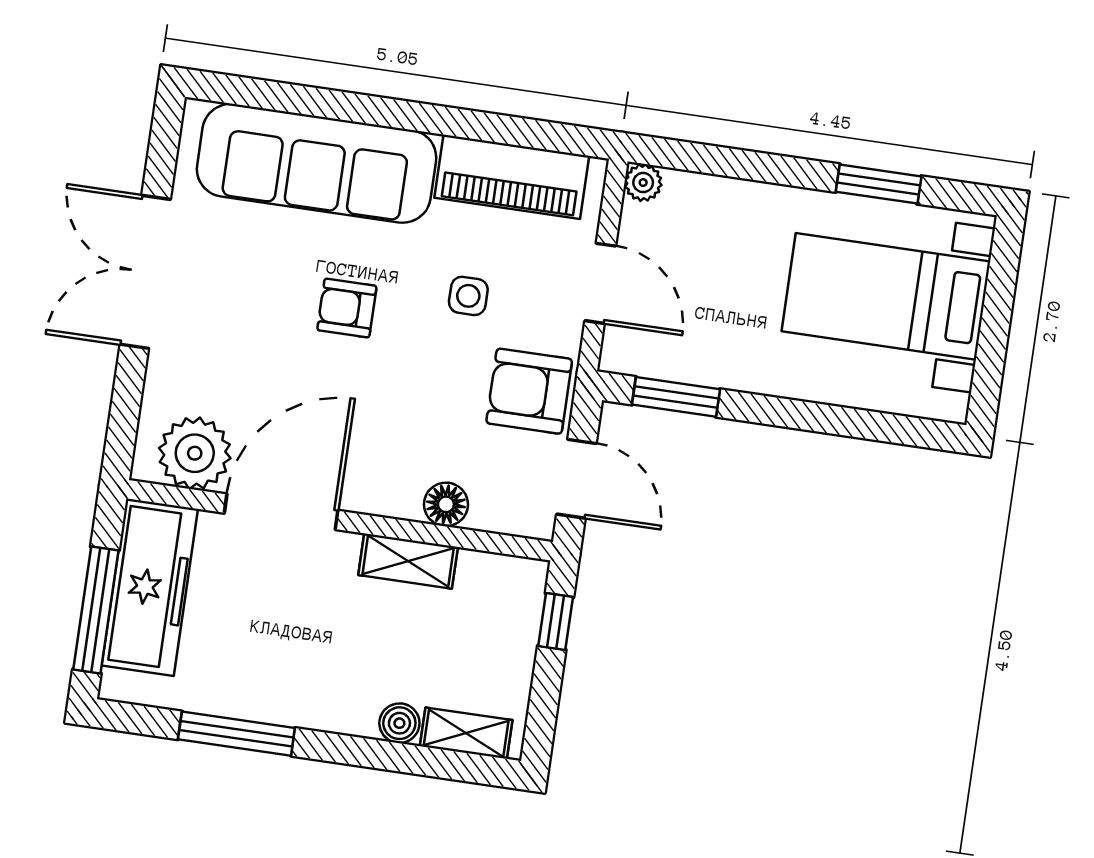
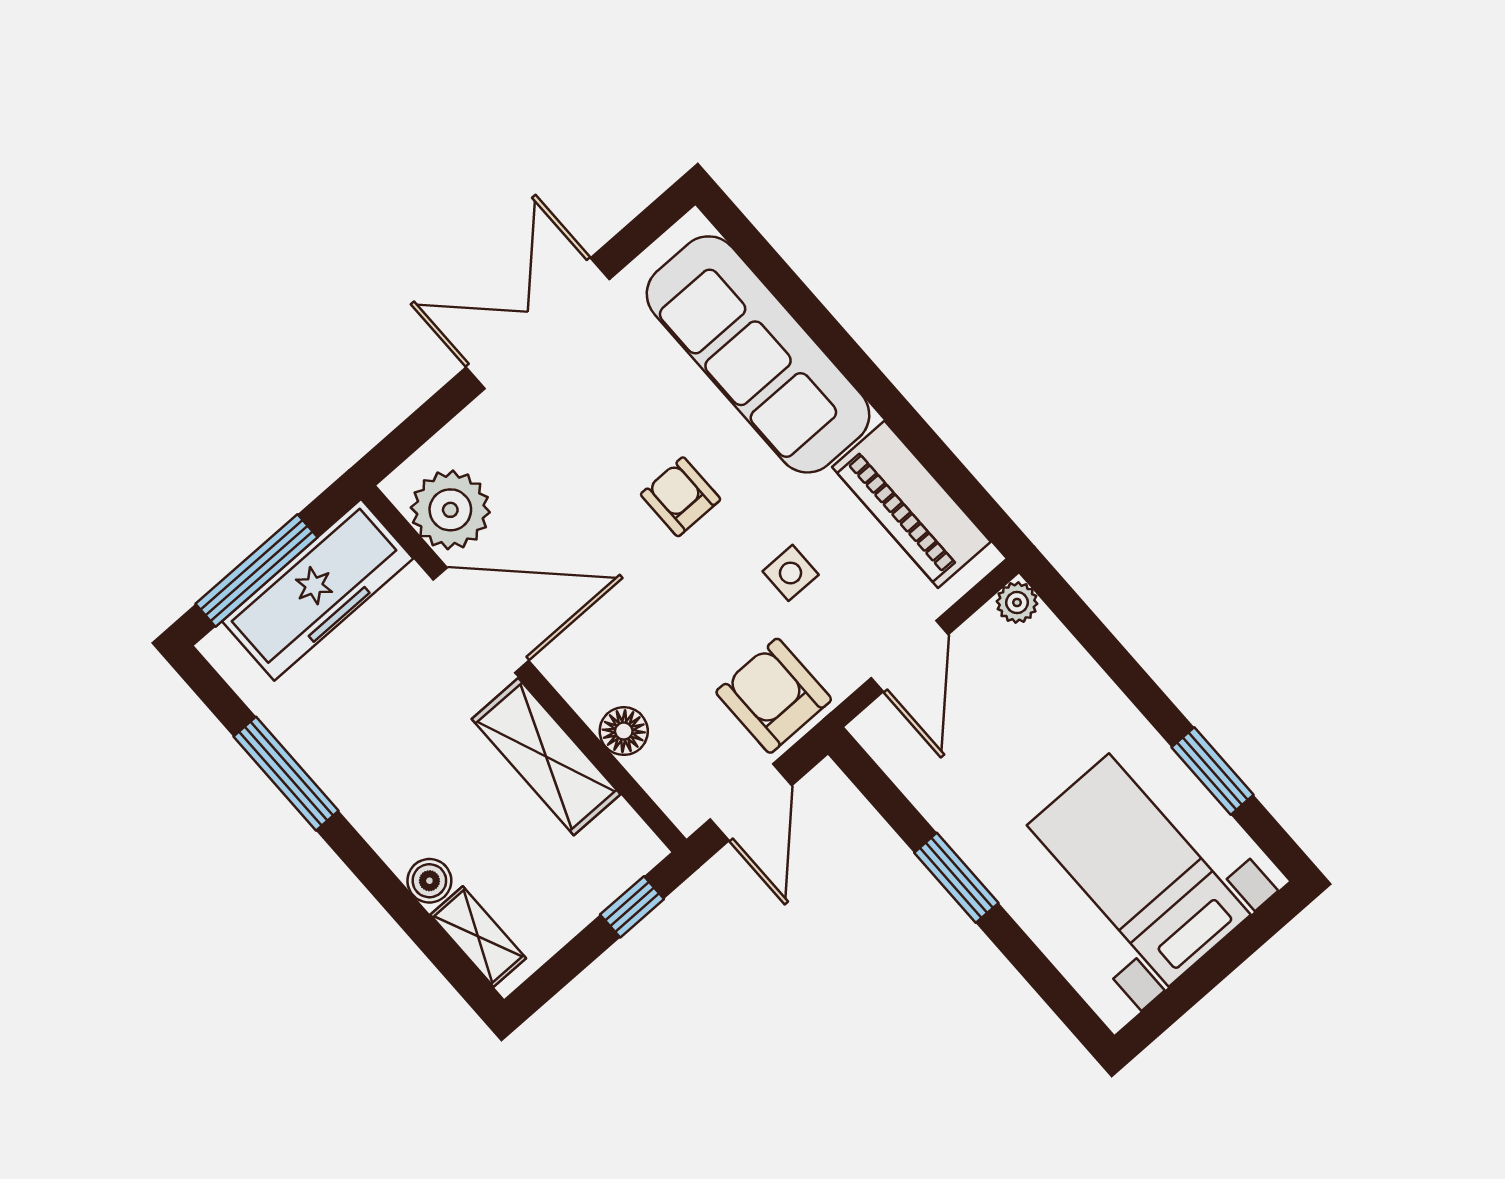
window: (676, 397) -> (956, 878), moved
shelving: (408, 561) -> (546, 757), width x1.50, depth x1.33

